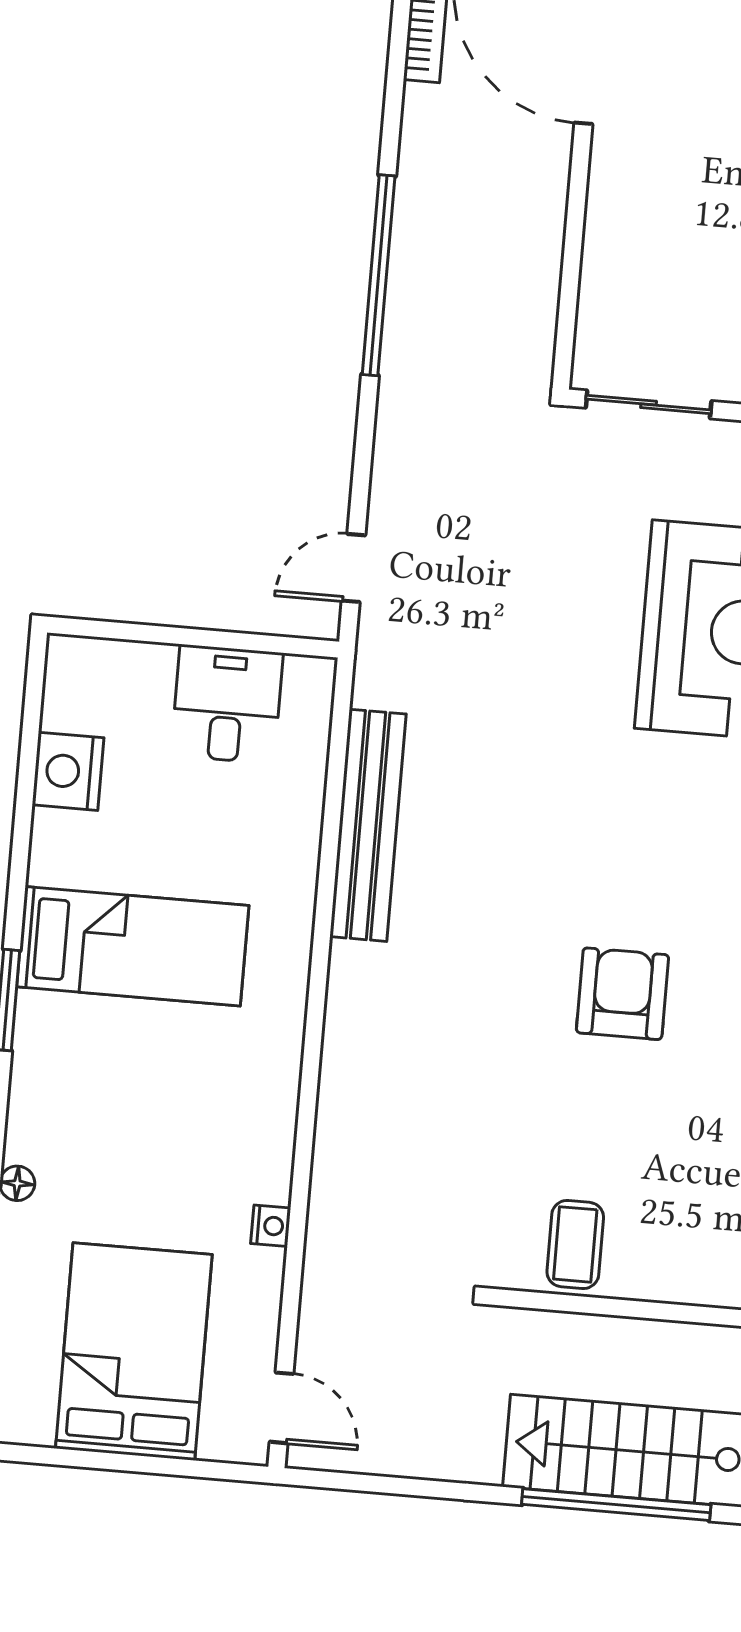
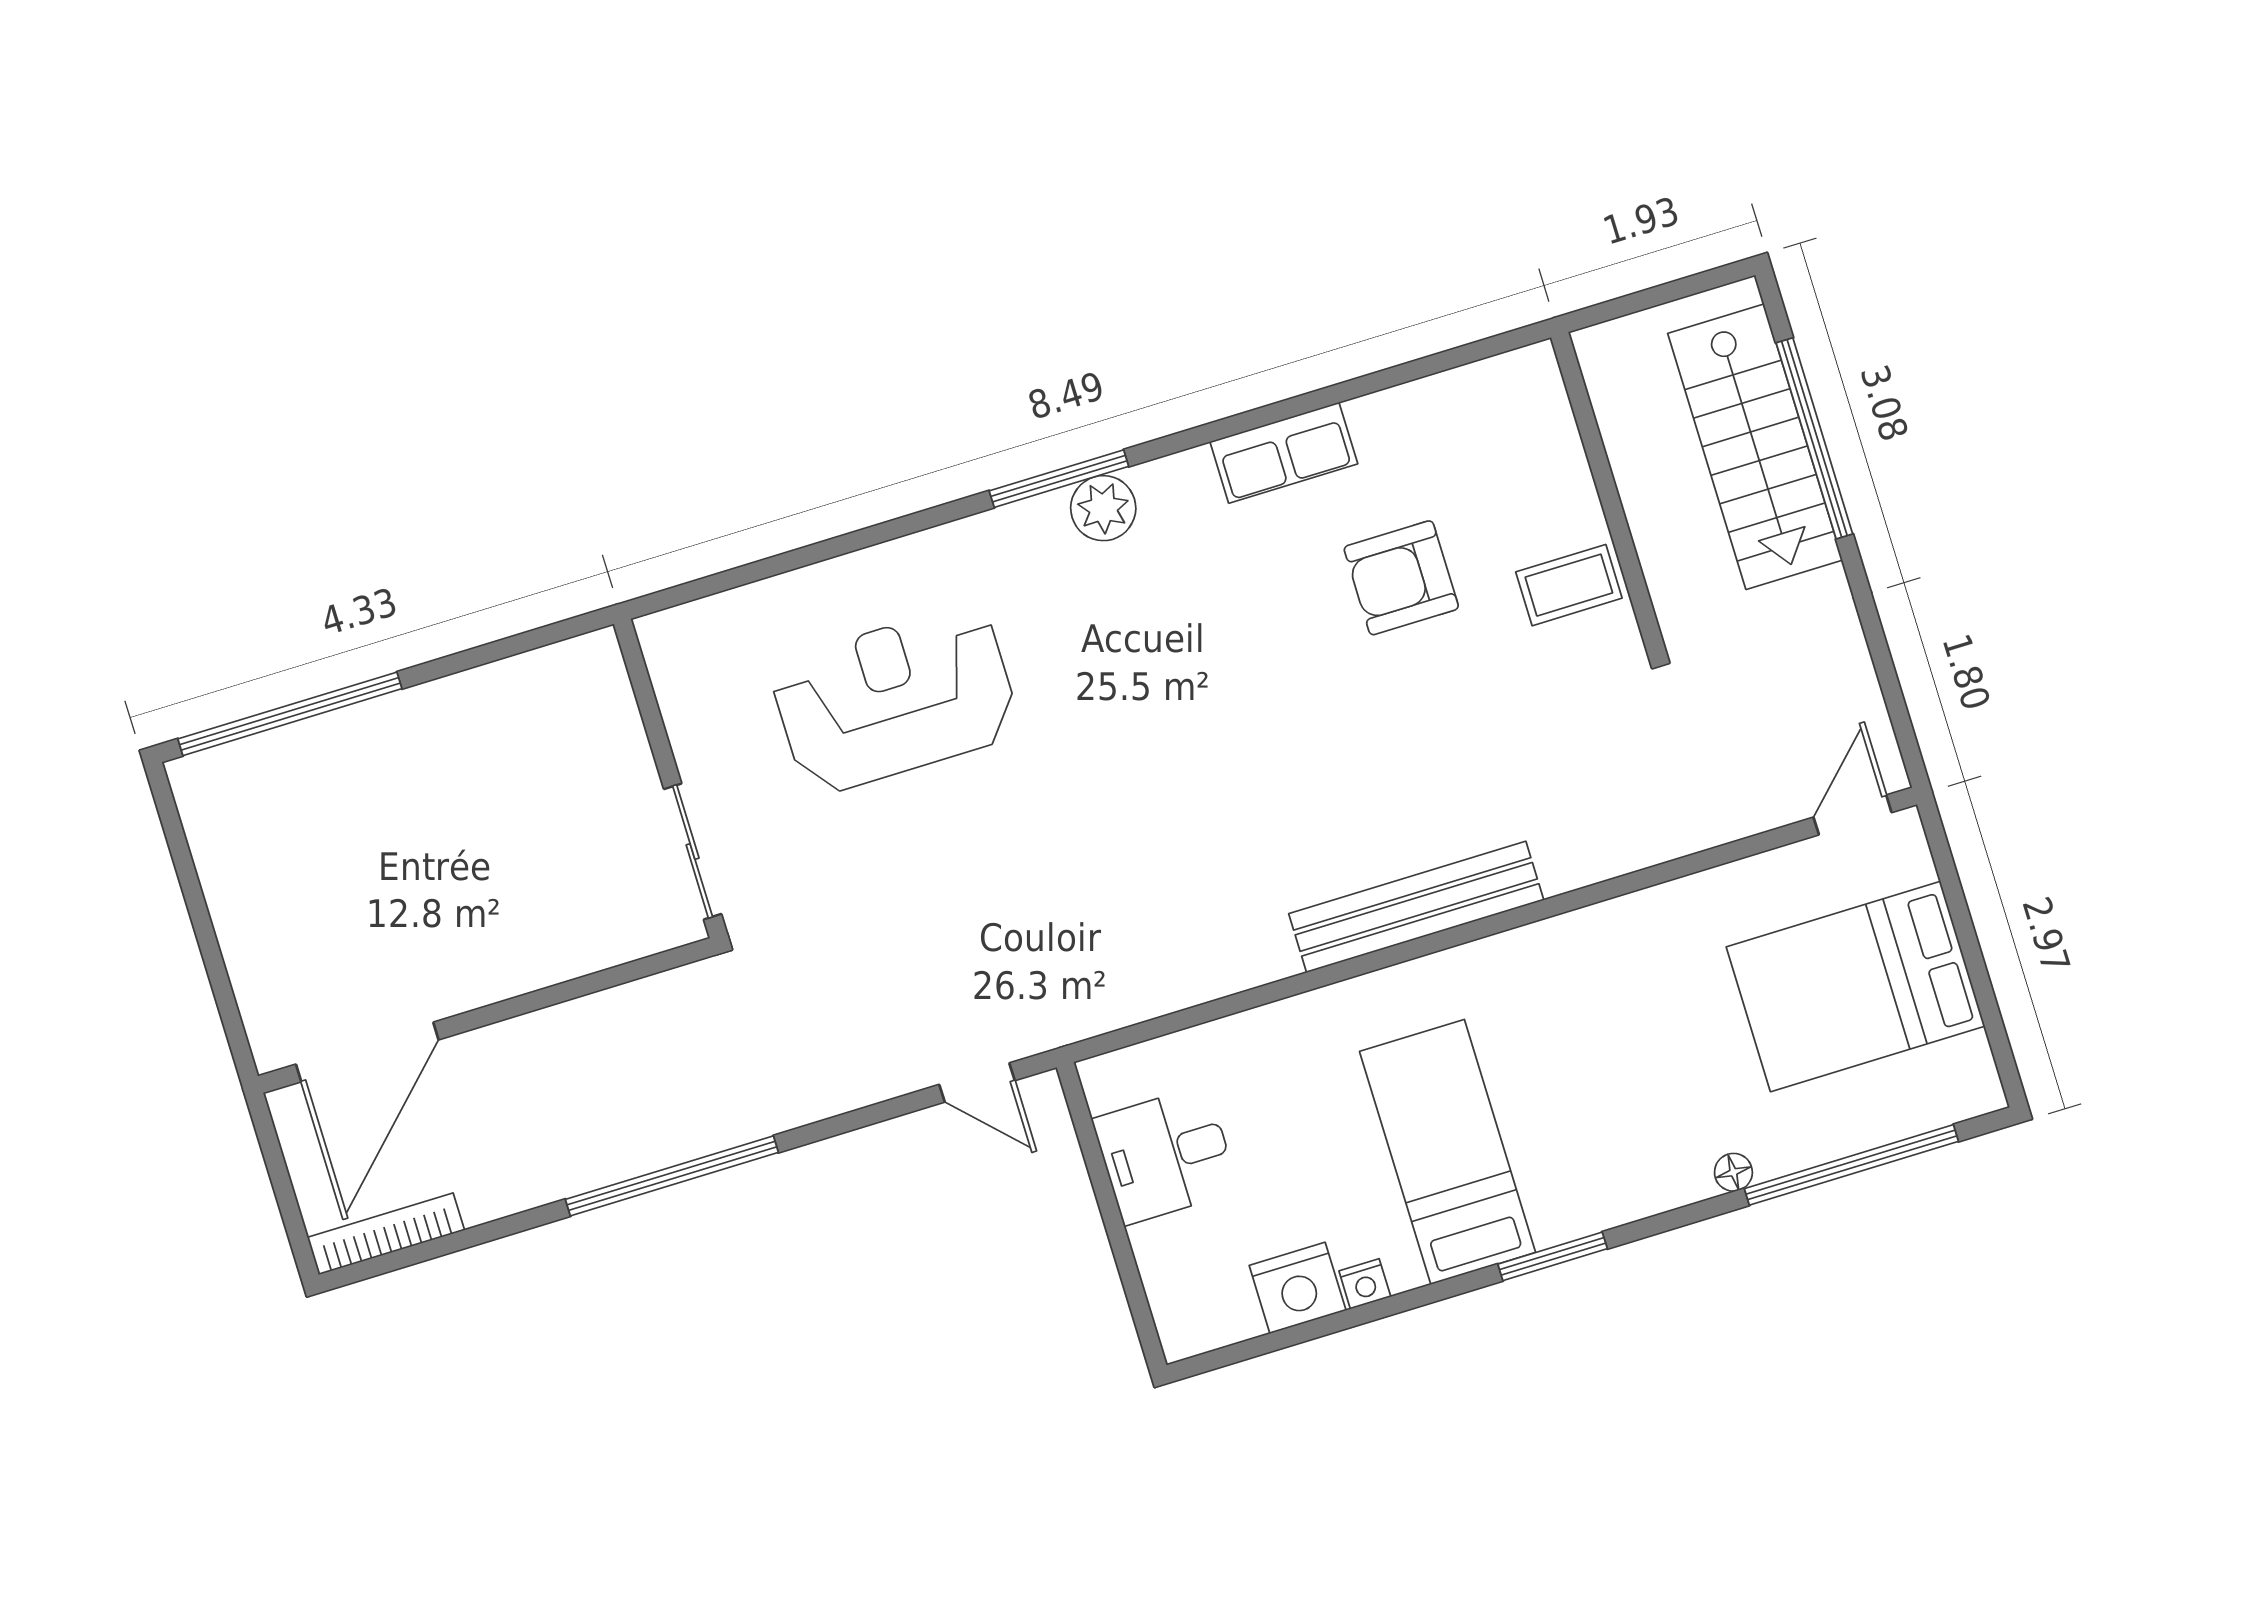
bench: (368, 825) -> (1416, 907), moved
armchair: (622, 994) -> (1401, 578), moved
nightstand: (271, 1226) -> (1365, 1284), moved, turned 180

